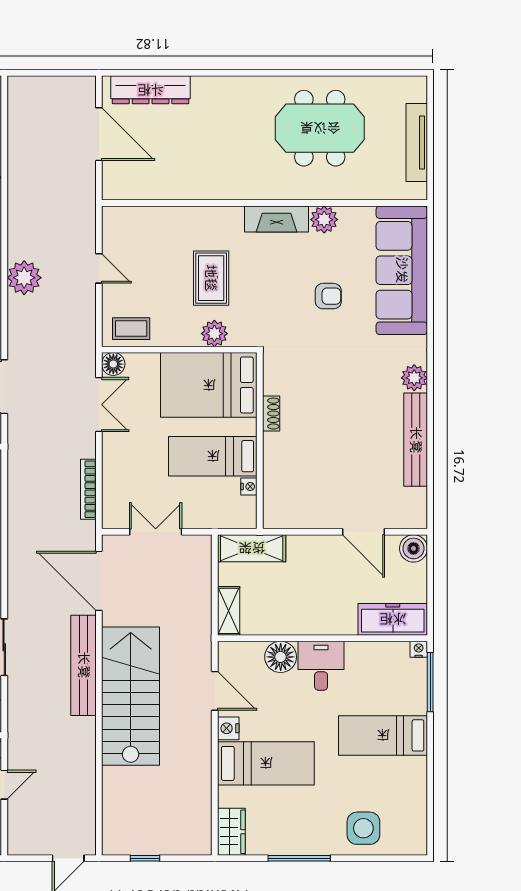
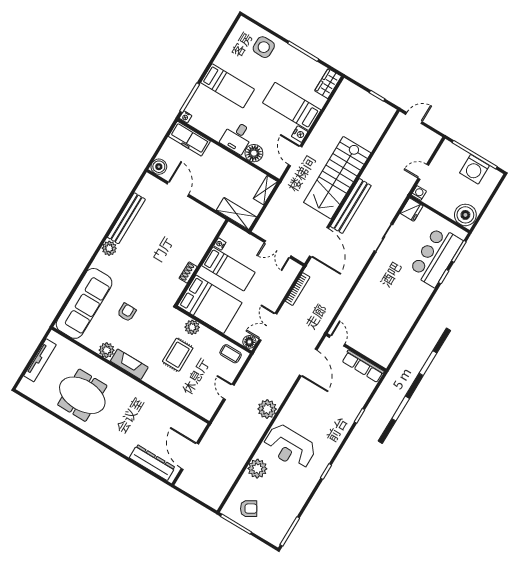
armchair: (328, 296) -> (127, 312), turned 90

